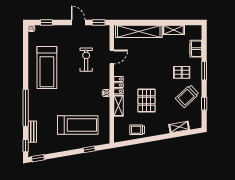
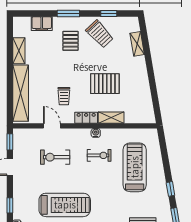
exercise bike: (88, 96) -> (99, 155), added
trolley: (137, 130) -> (64, 96), moved
window: (89, 149) -> (170, 189), moved

